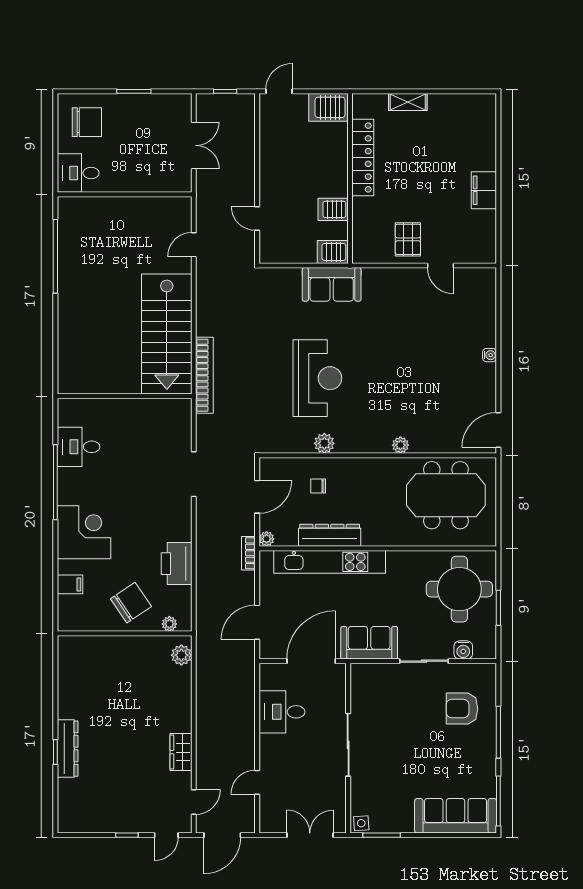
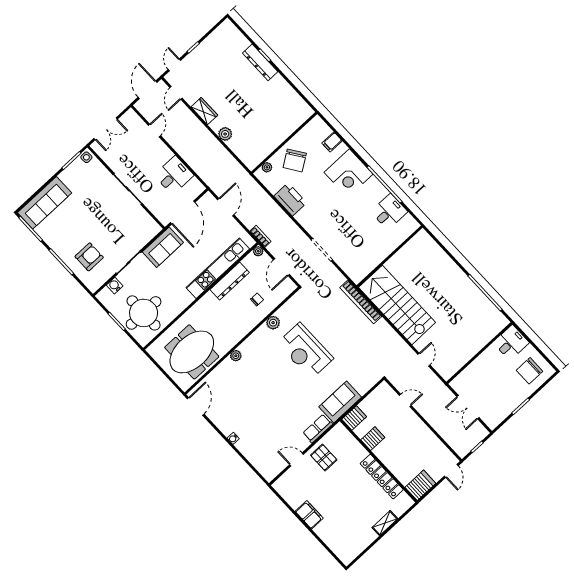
row of seats: (385, 278) -> (318, 429), added
plant: (181, 655) -> (225, 134), moved

